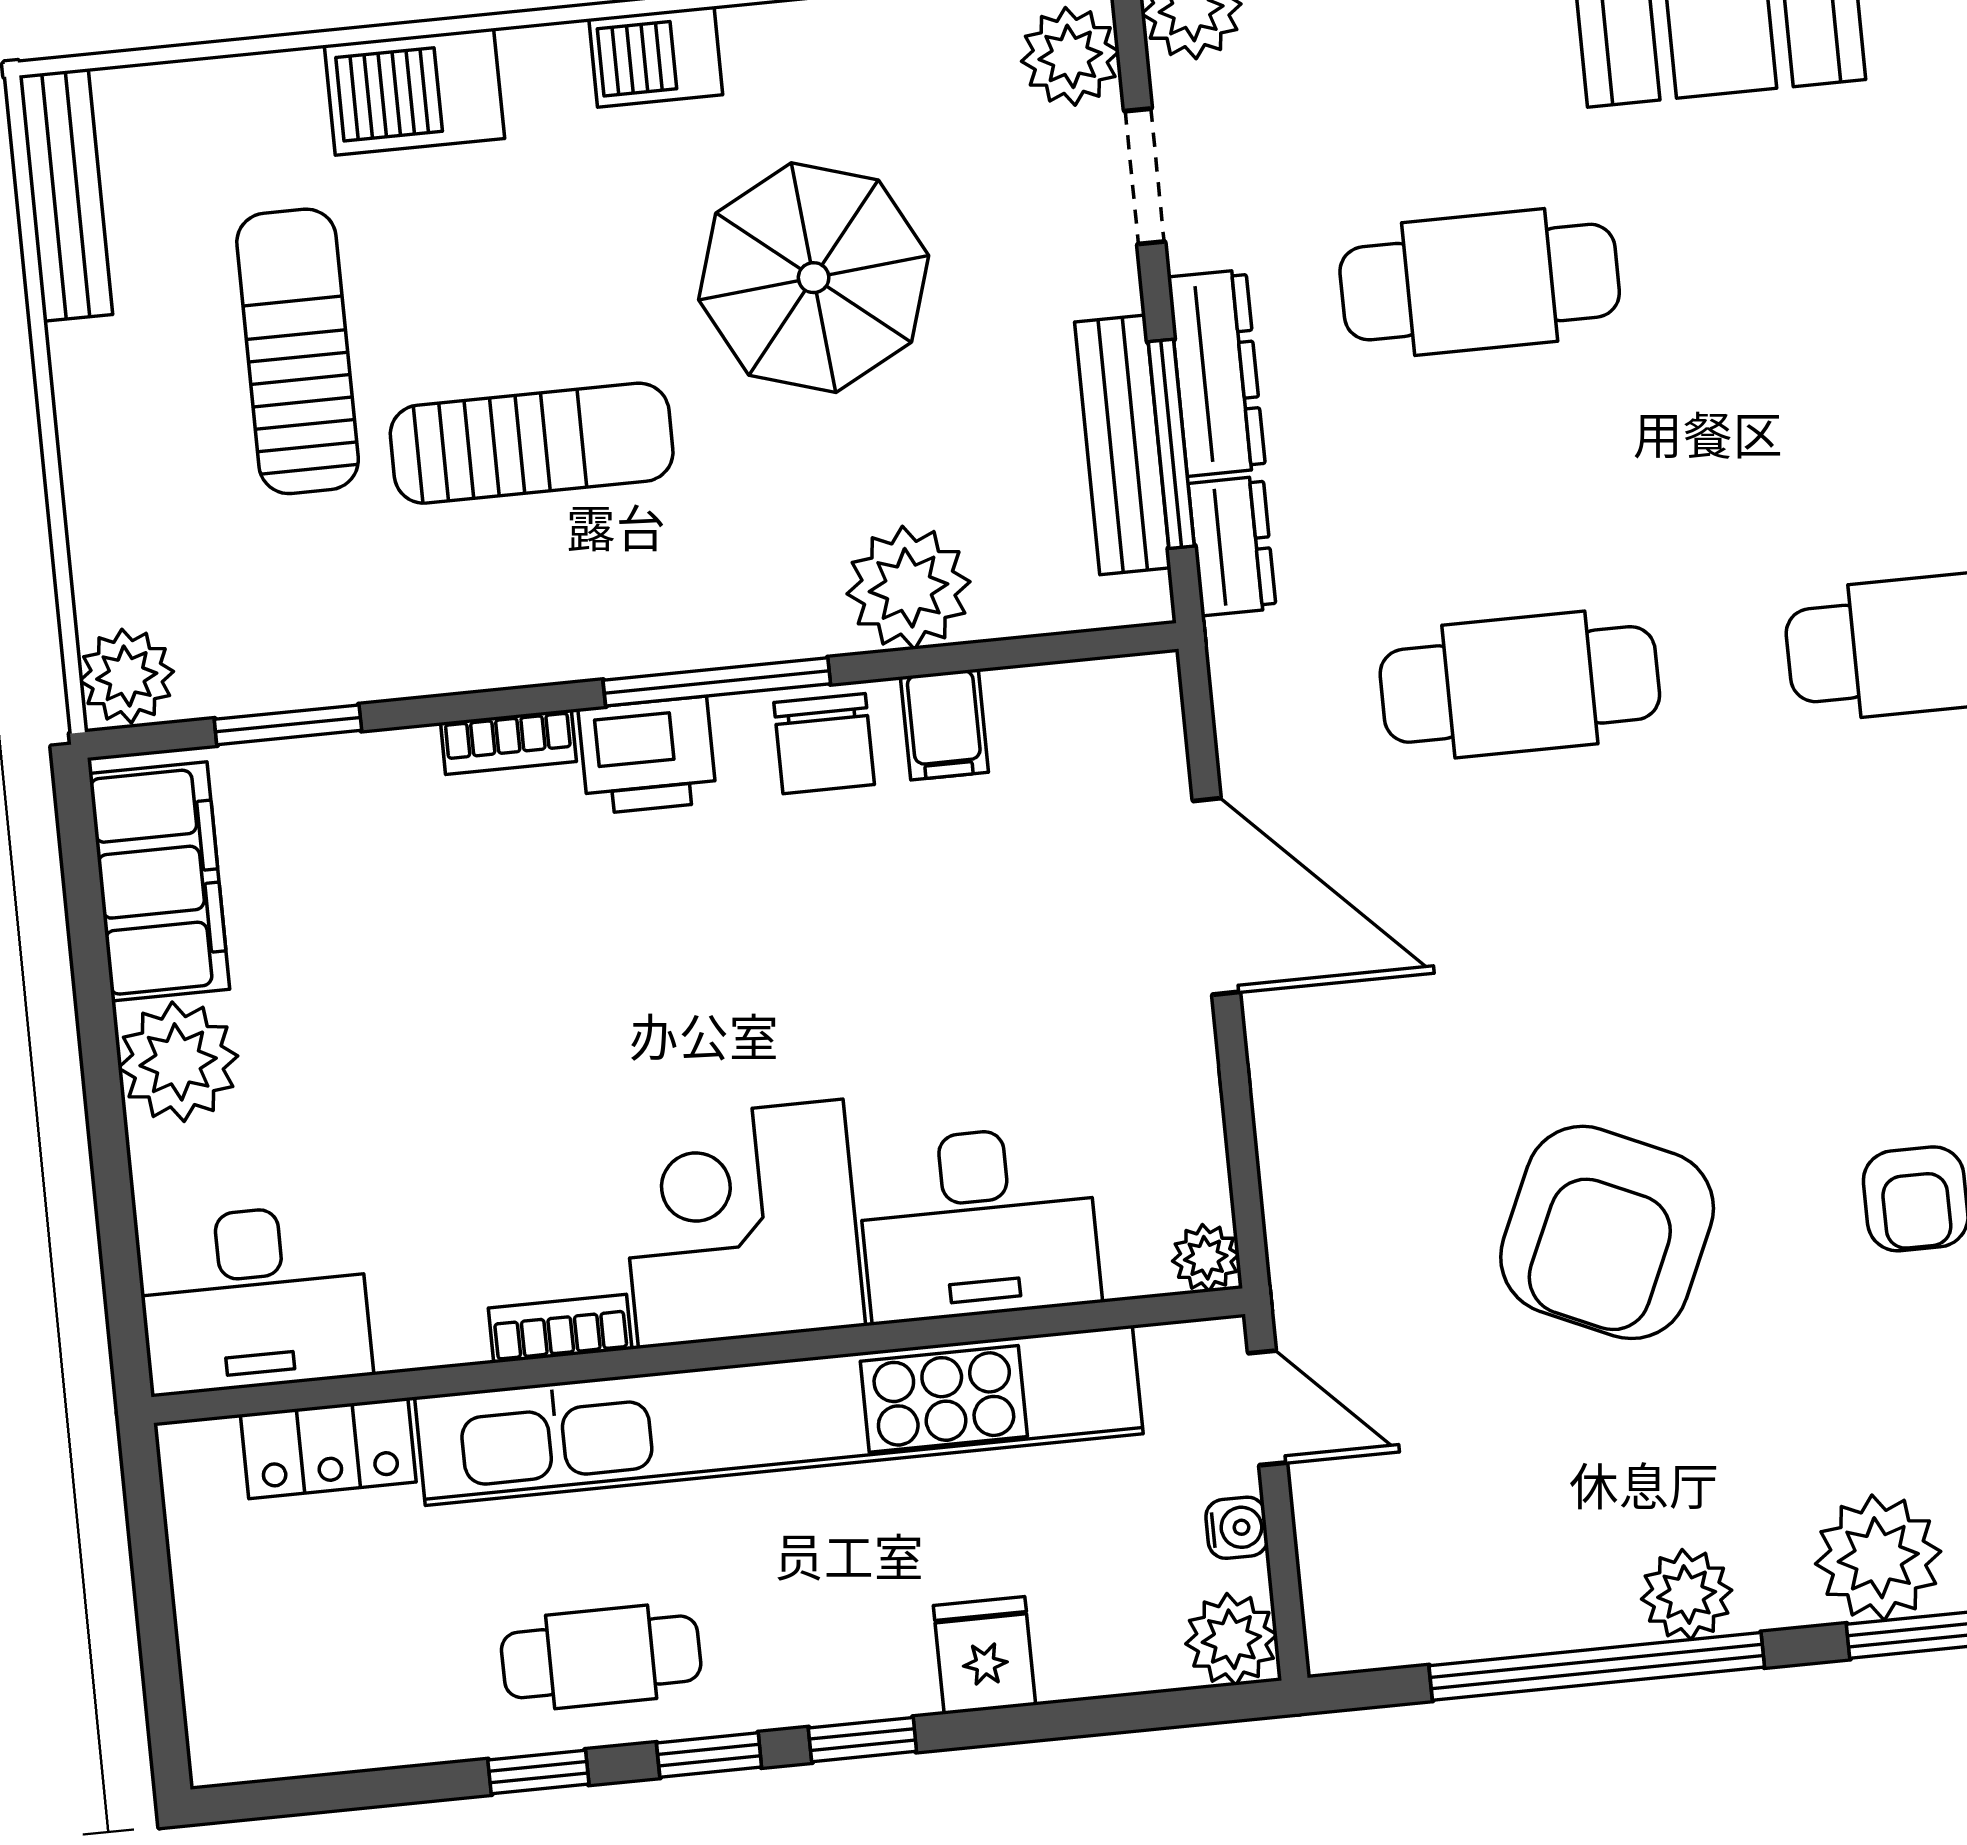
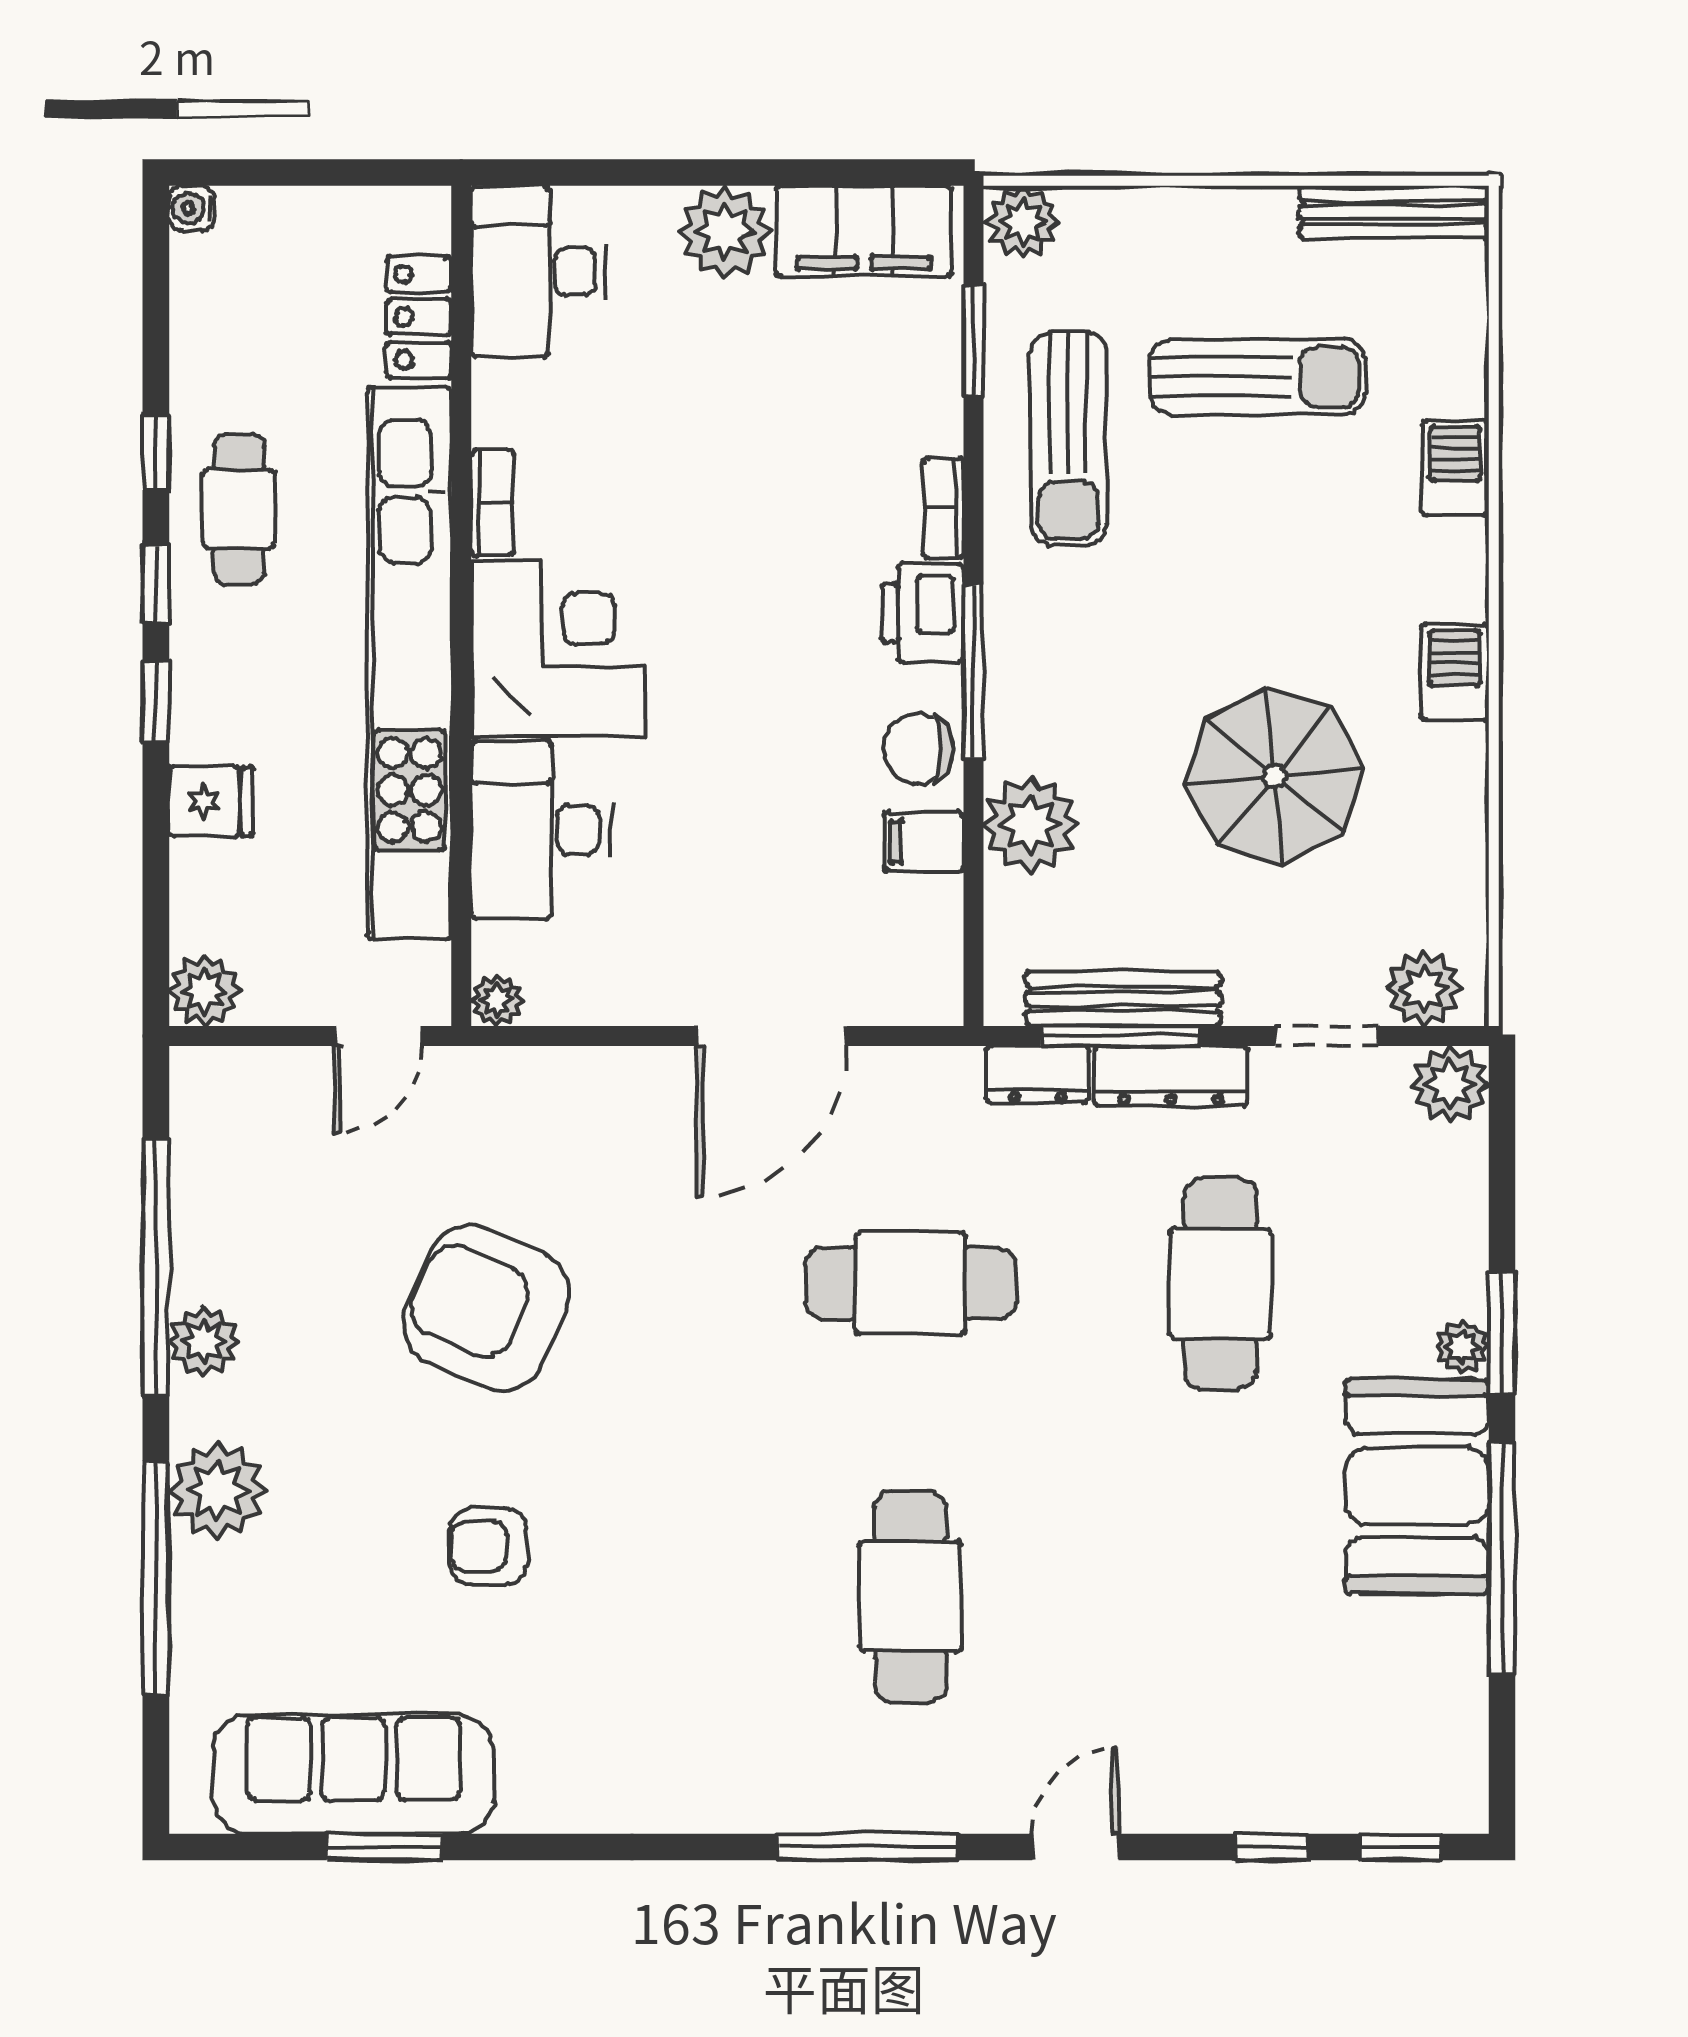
barbecue: (414, 92) -> (1455, 468), width x0.73, depth x0.79
sun lounger: (532, 443) -> (1068, 438), moved
cafe table: (1520, 684) -> (910, 1283), turned 90
water cooler: (1237, 1528) -> (192, 208), moved, turned 90

